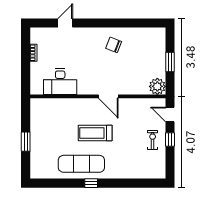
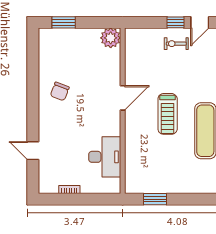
window: (170, 62) -> (64, 22), moved
door: (170, 114) -> (200, 22), moved
window: (26, 142) -> (155, 199), moved

